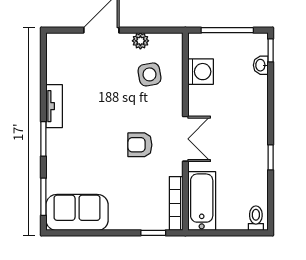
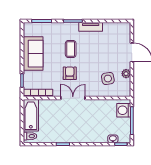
washing machine: (201, 72) -> (124, 110), moved, turned 90
double door: (185, 139) -> (73, 98), swing flipped
coffee table: (95, 143) -> (71, 49), added
bathtub: (202, 201) -> (31, 115), moved, turned -90
sofa: (77, 212) -> (33, 54), moved

